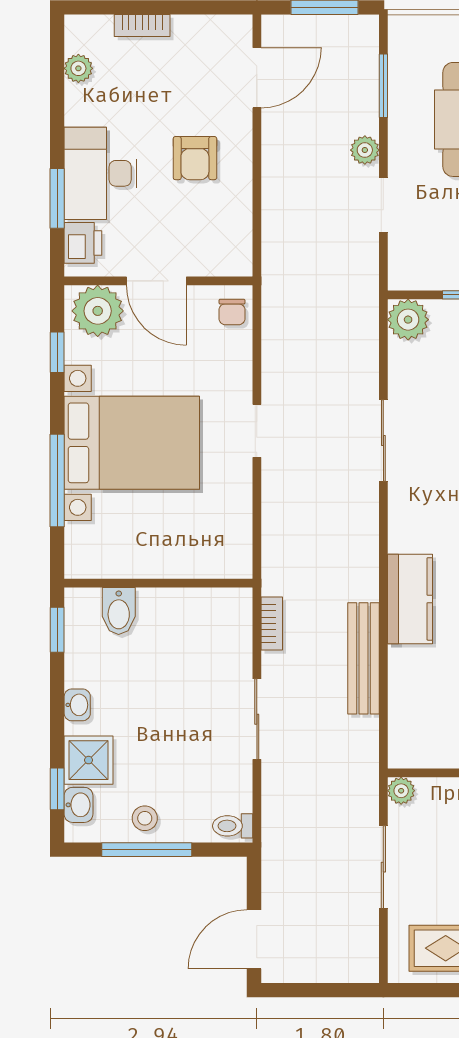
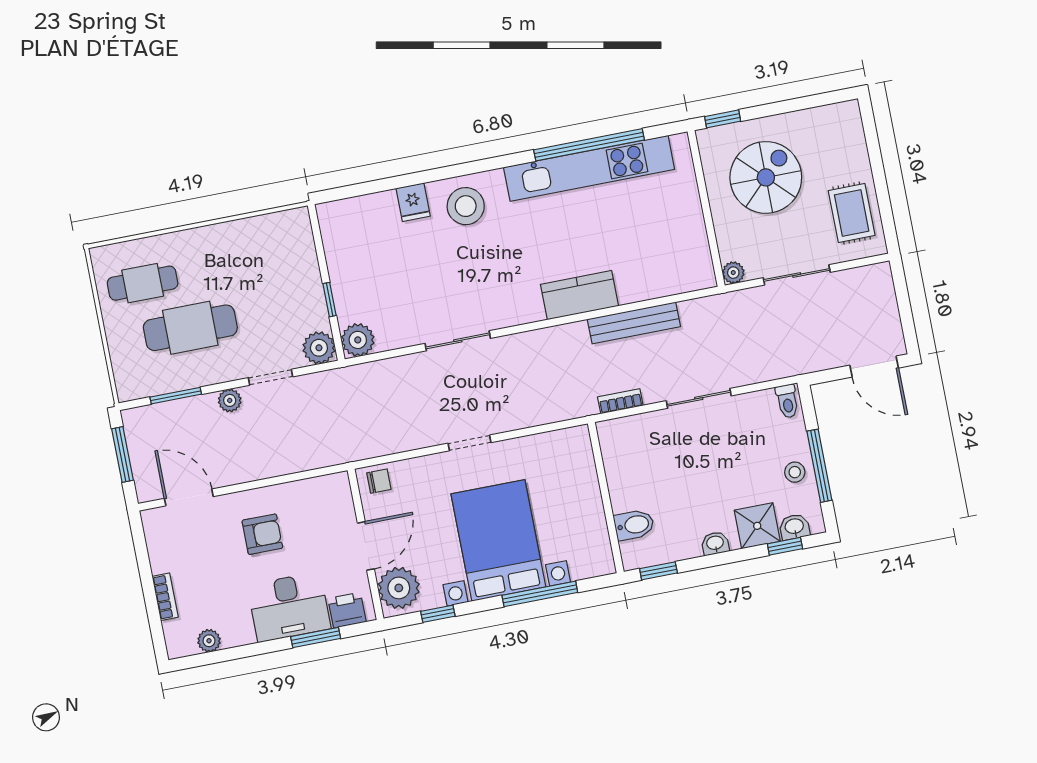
plant: (408, 271) -> (319, 348), added

